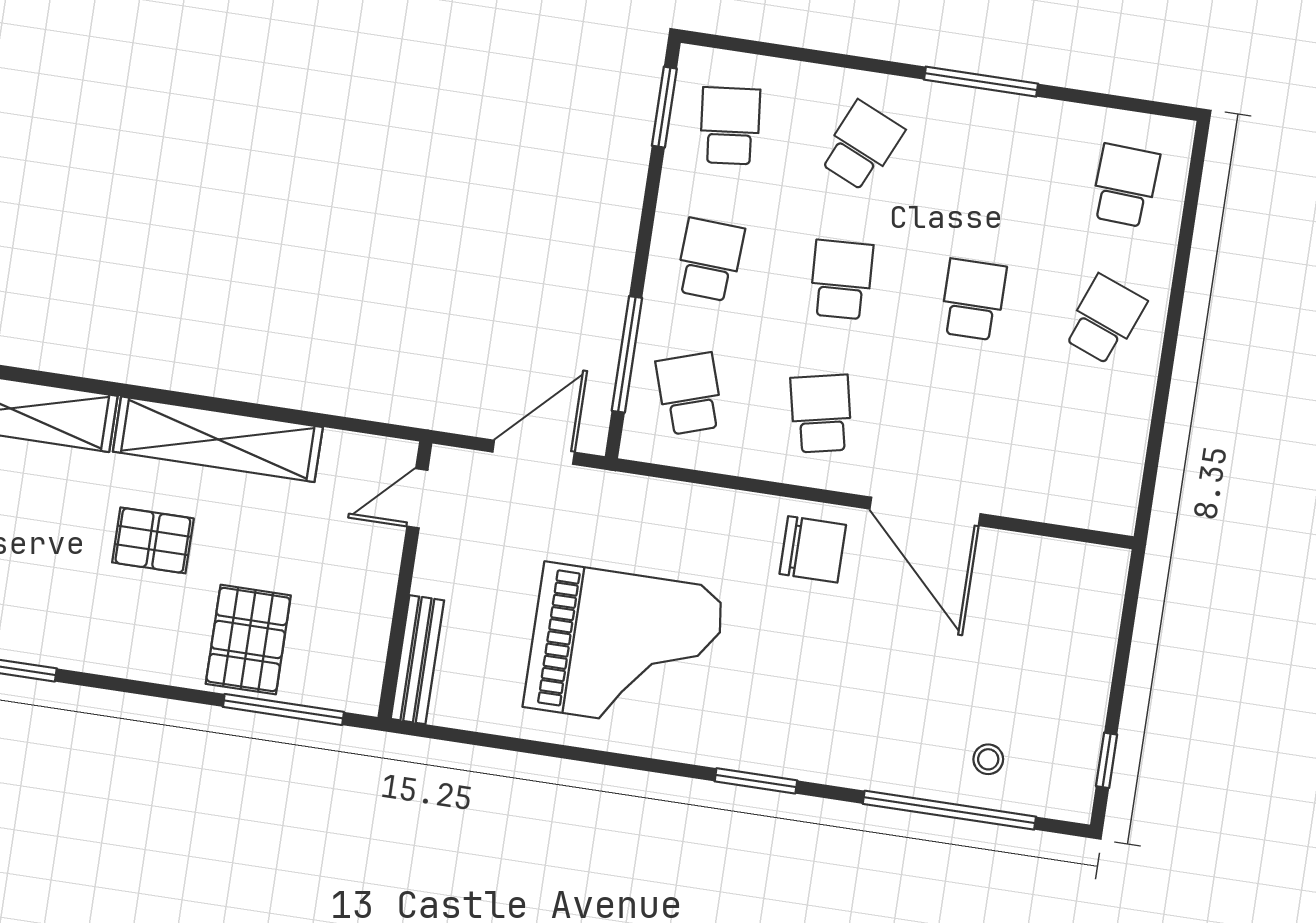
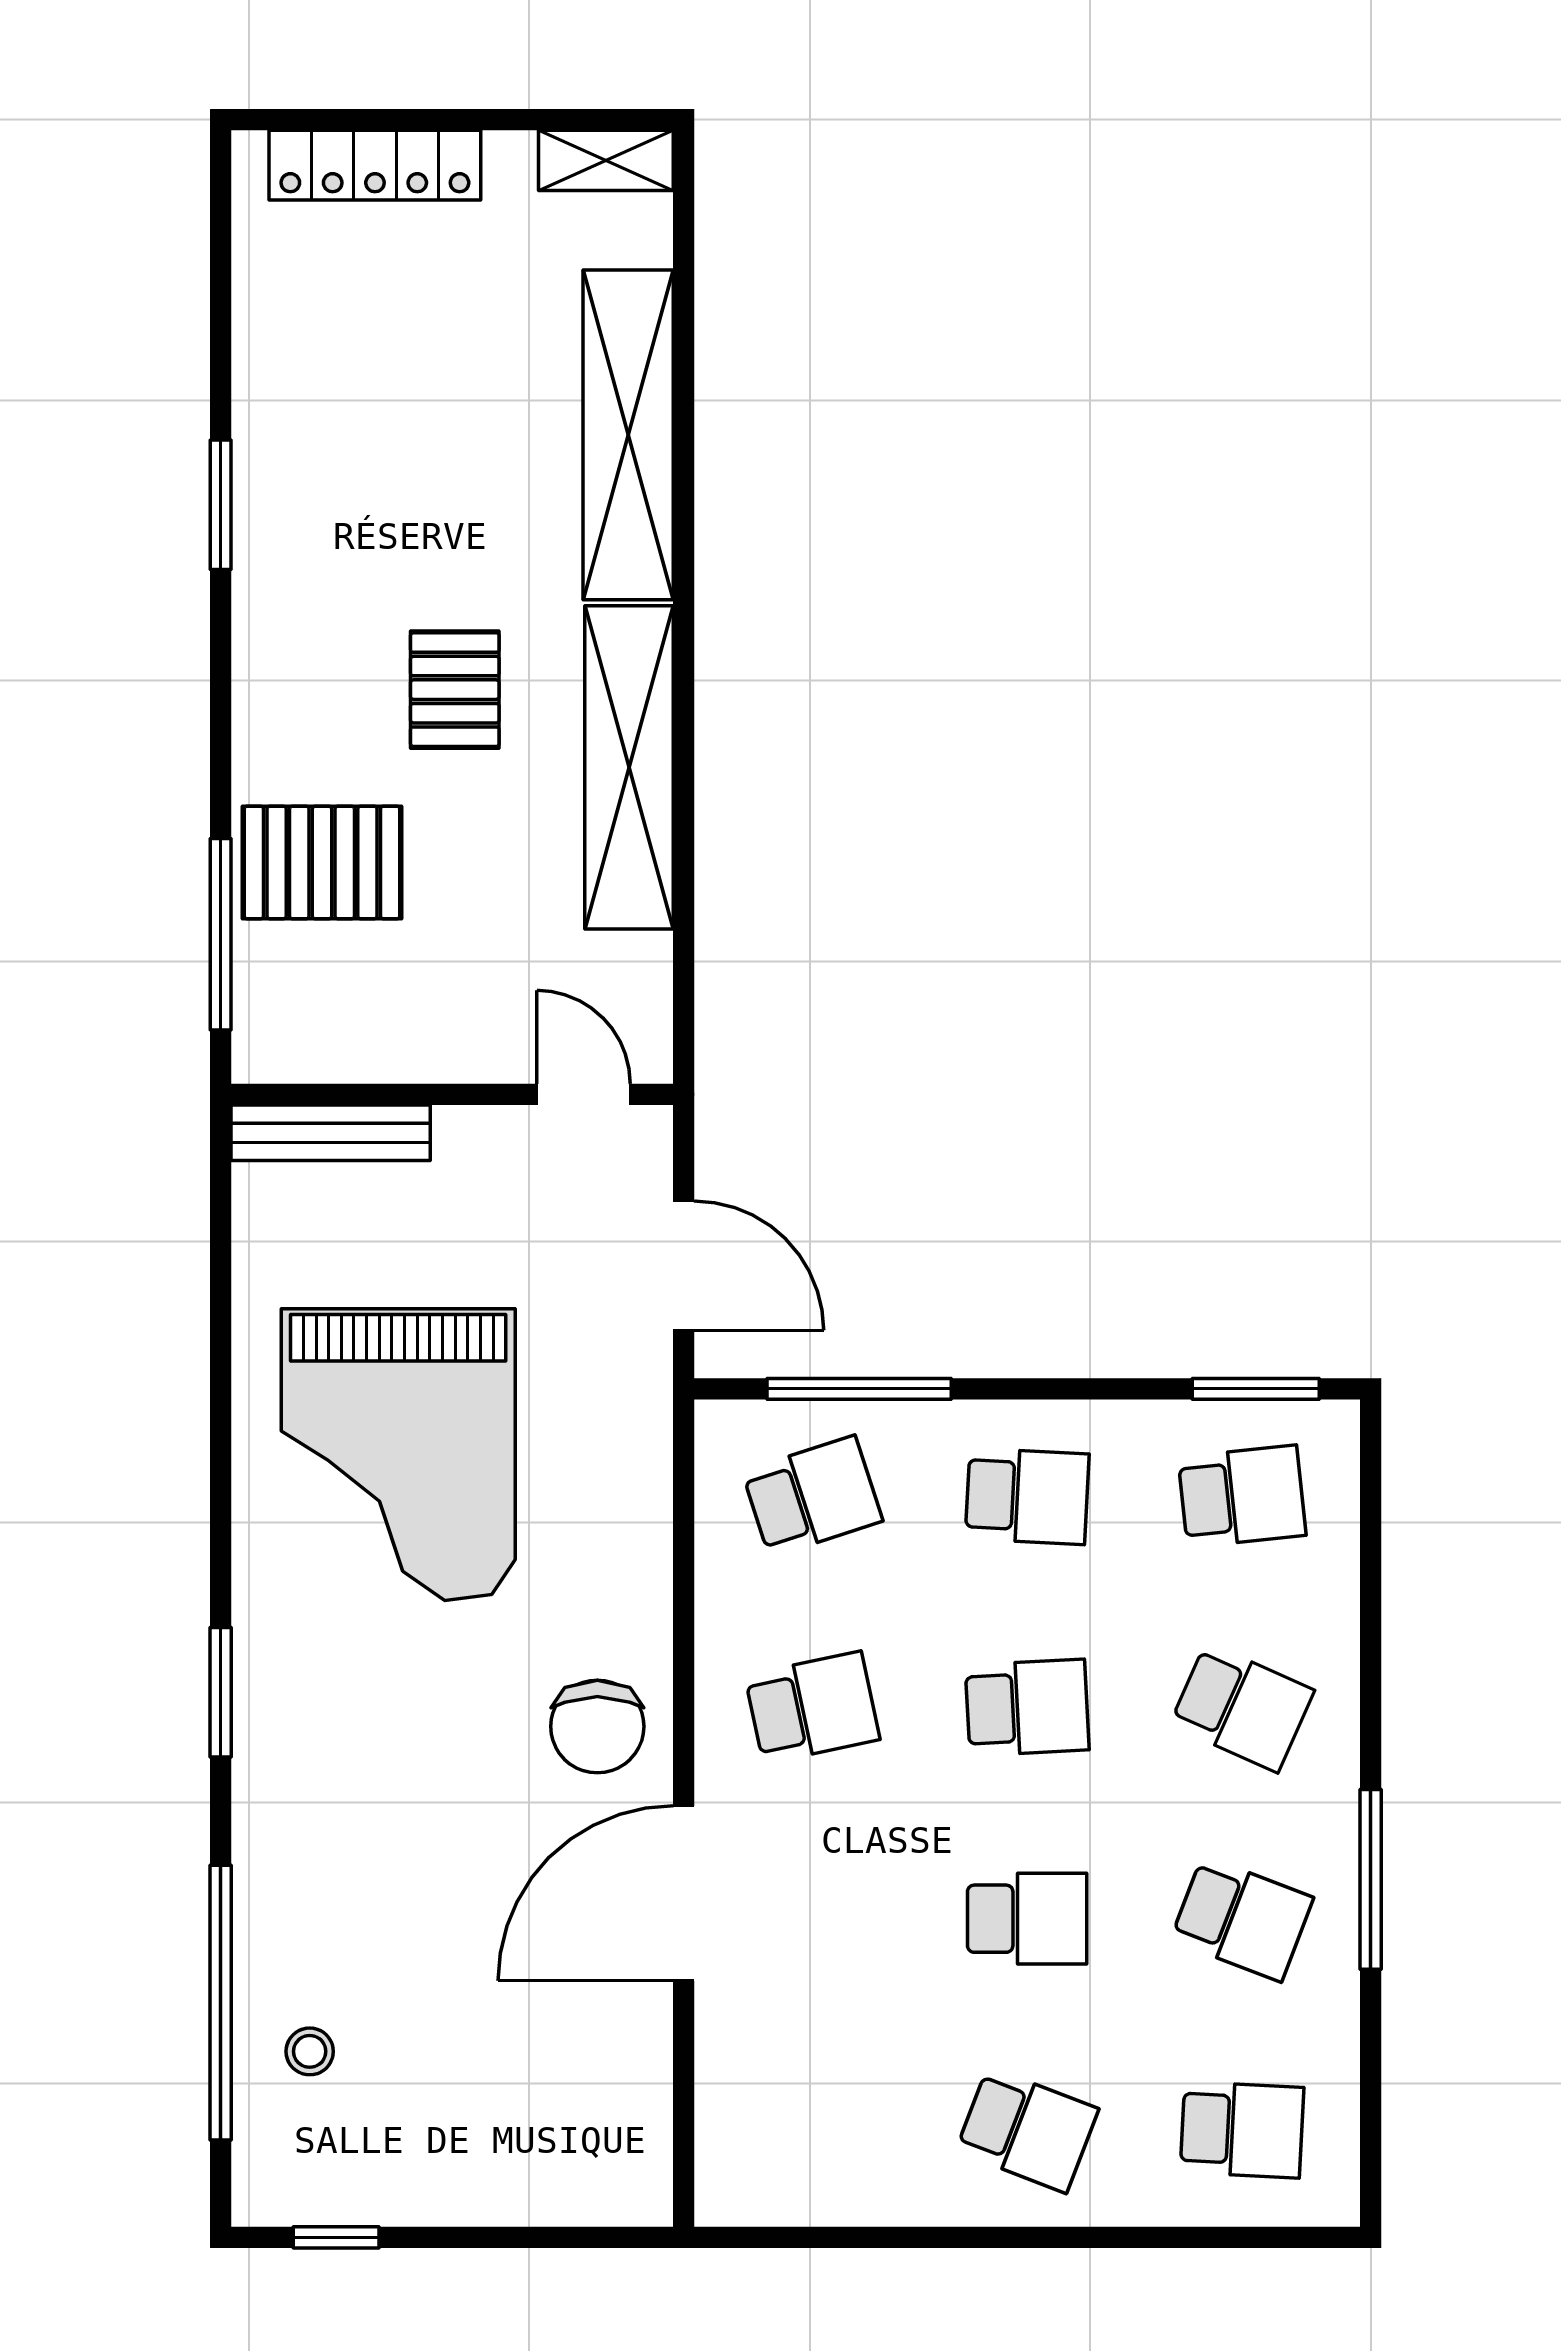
school desk: (993, 166) -> (1242, 1919), added

